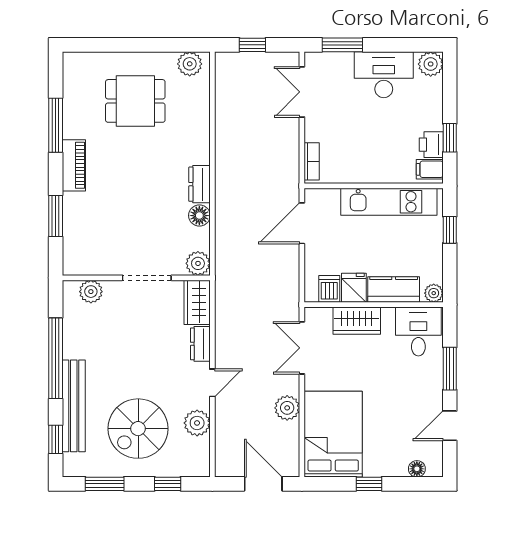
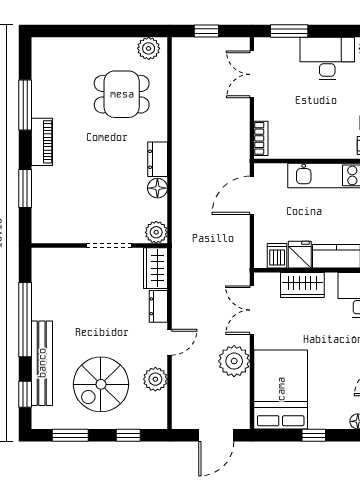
dining table: (135, 101) -> (122, 94), moved
plant: (91, 292) -> (58, 258), removed
plant: (287, 408) -> (234, 361), width x1.36, depth x1.36
door: (263, 484) -> (216, 435), swing flipped

